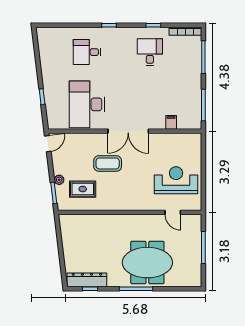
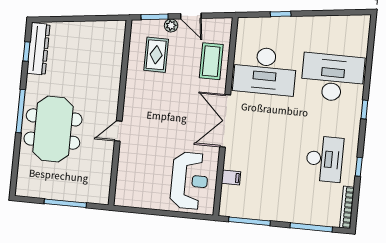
desk: (87, 52) -> (333, 78), width x1.87, depth x1.30
desk: (150, 52) -> (325, 159), width x1.37
desk: (87, 104) -> (265, 71), turned 180
door: (48, 144) -> (191, 16), moved
coffee table: (108, 163) -> (211, 61), moved
reception desk: (176, 180) -> (189, 181), moved
door: (173, 212) -> (118, 131), moved

